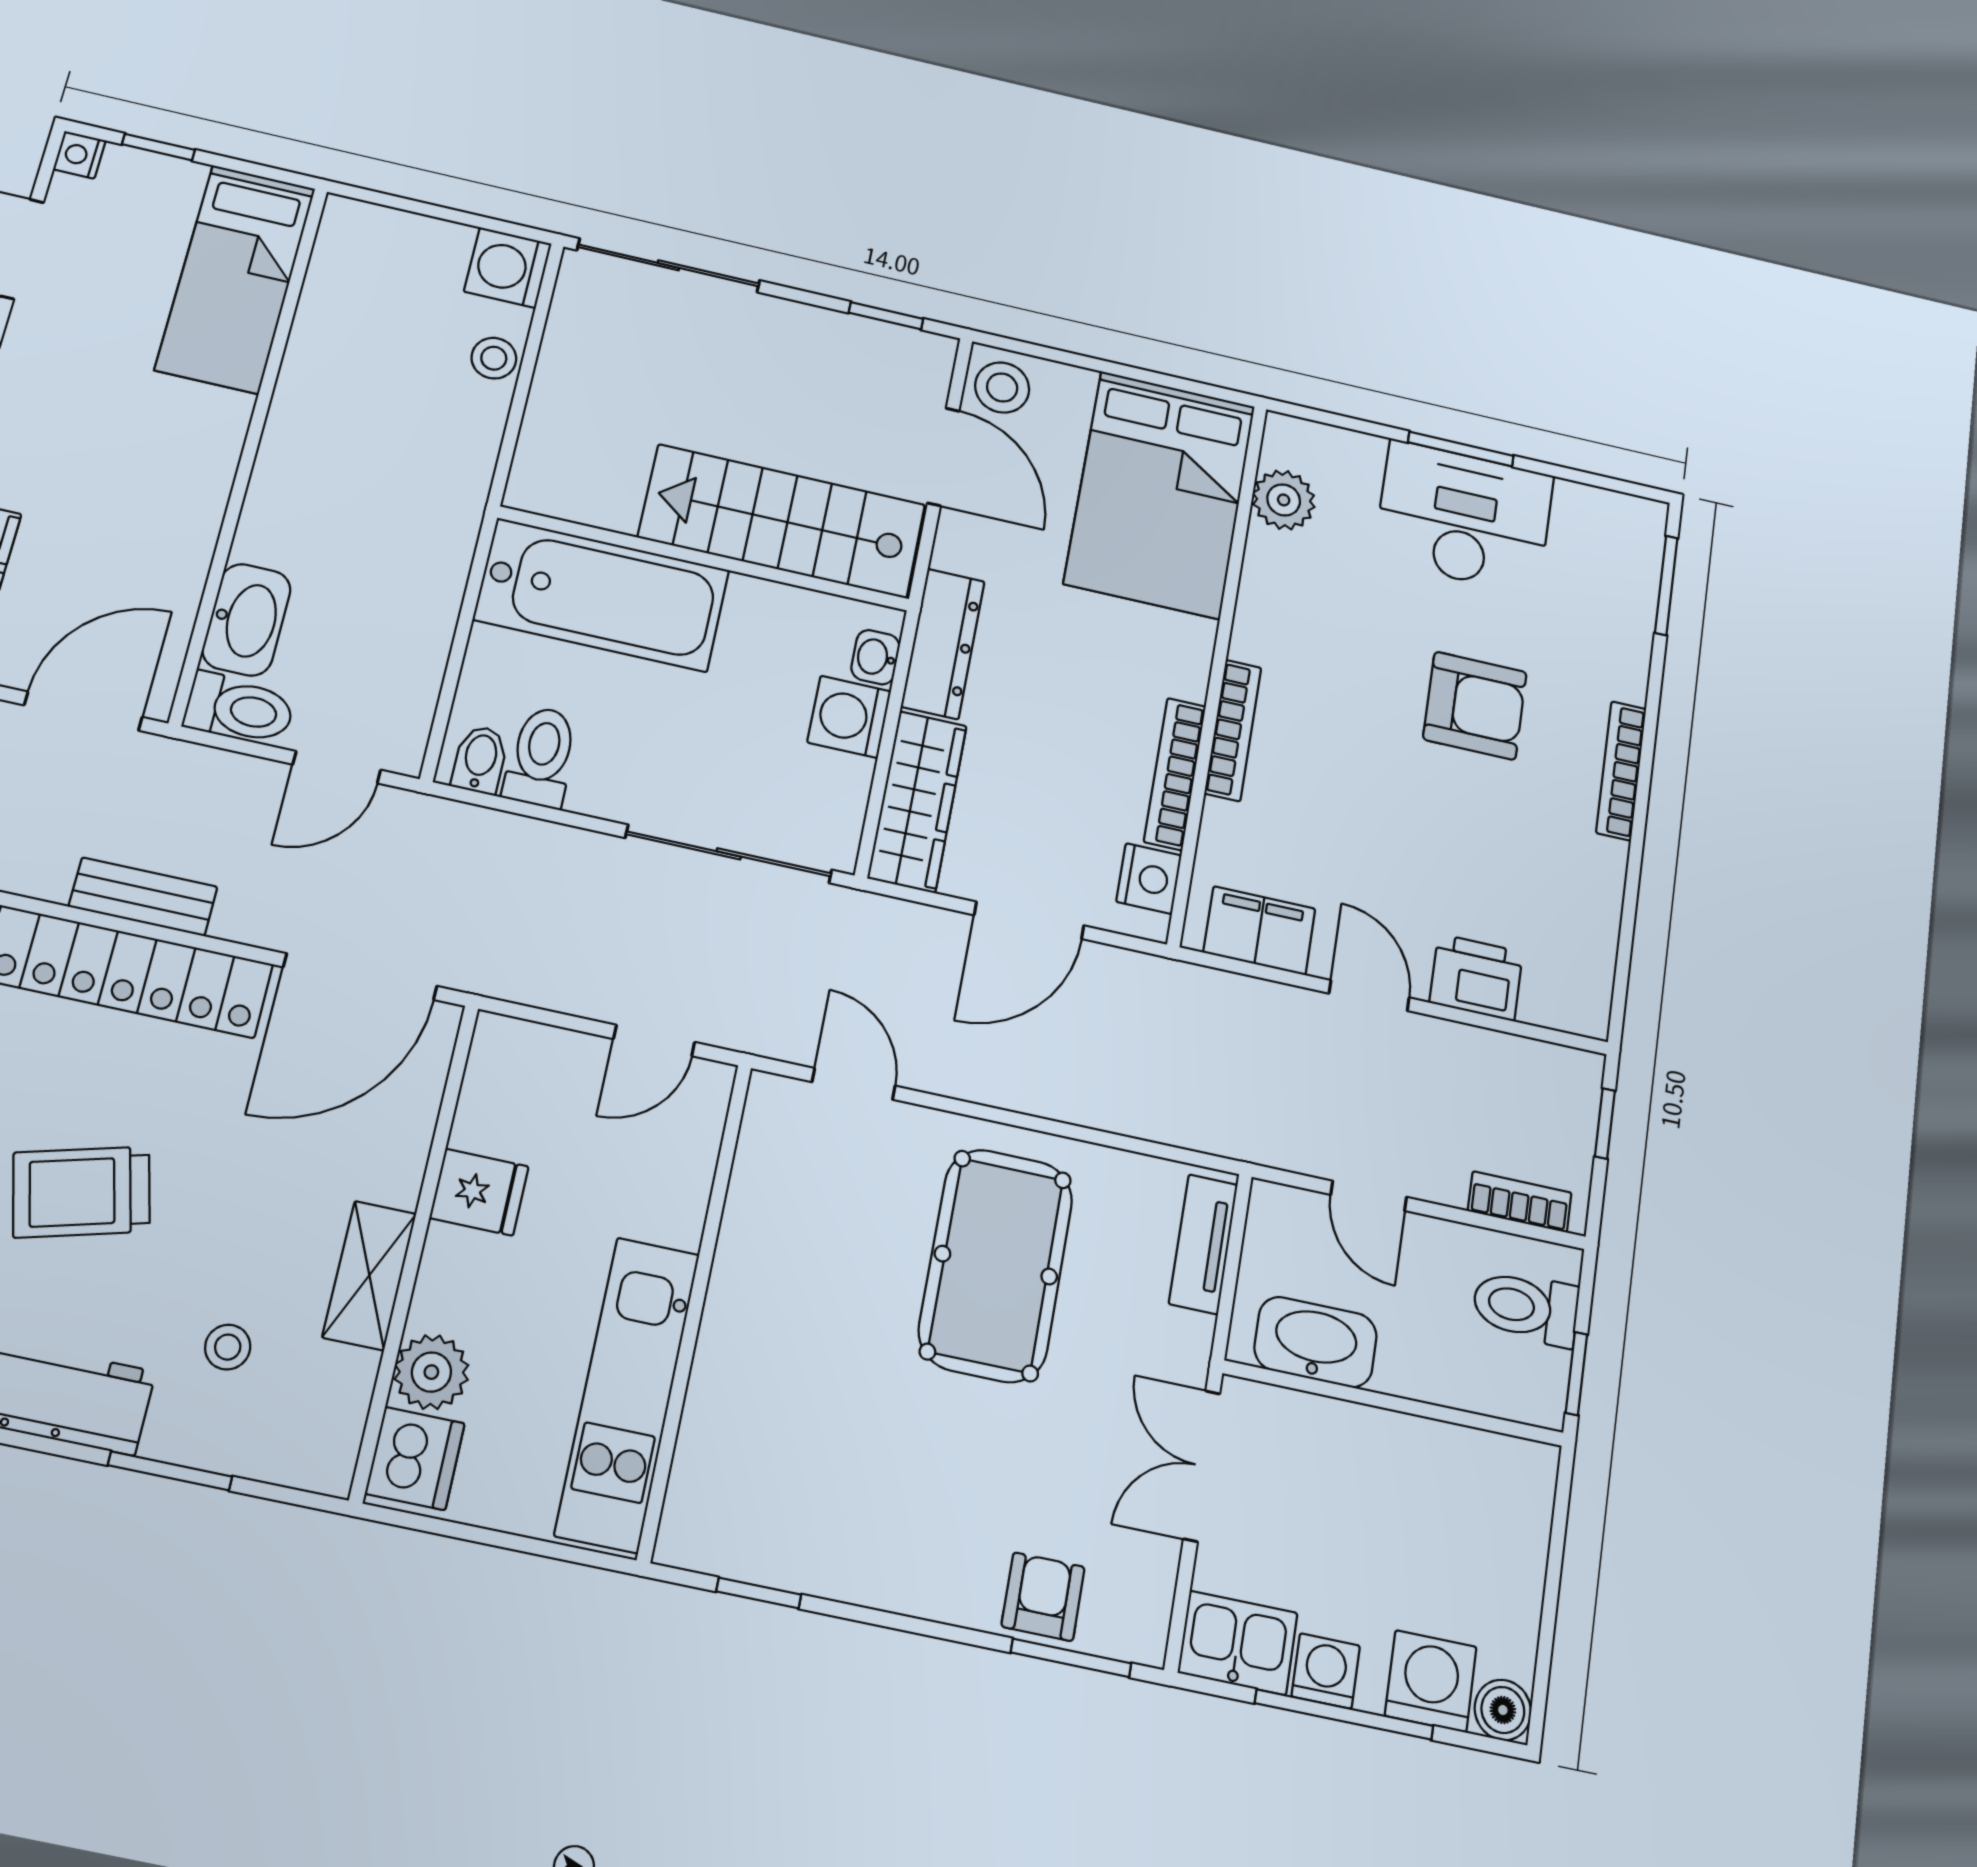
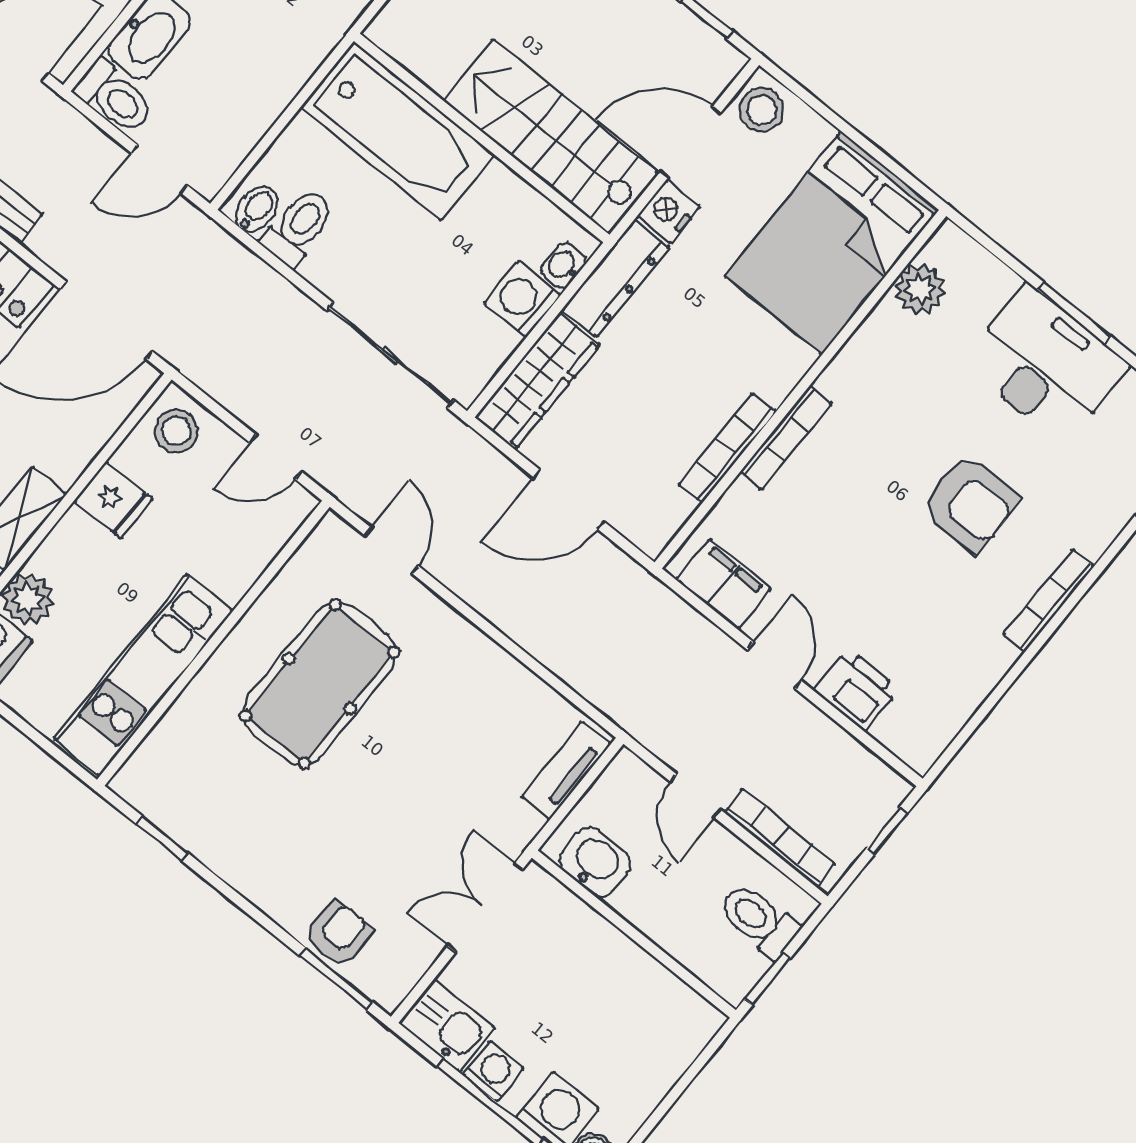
door: (943, 457) -> (690, 142), swing flipped
nightstand: (1149, 879) -> (669, 211), moved, turned 180
stool: (515, 1068) -> (176, 431), added
bookcase: (1520, 1202) -> (780, 838), width x1.56
pool table: (996, 1265) -> (320, 684), moved
washbasin: (1316, 1342) -> (595, 862), width x0.72

